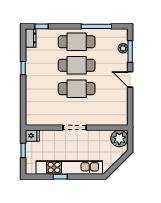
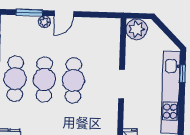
plant: (123, 48) -> (44, 22), moved
window: (60, 177) -> (183, 73), moved

